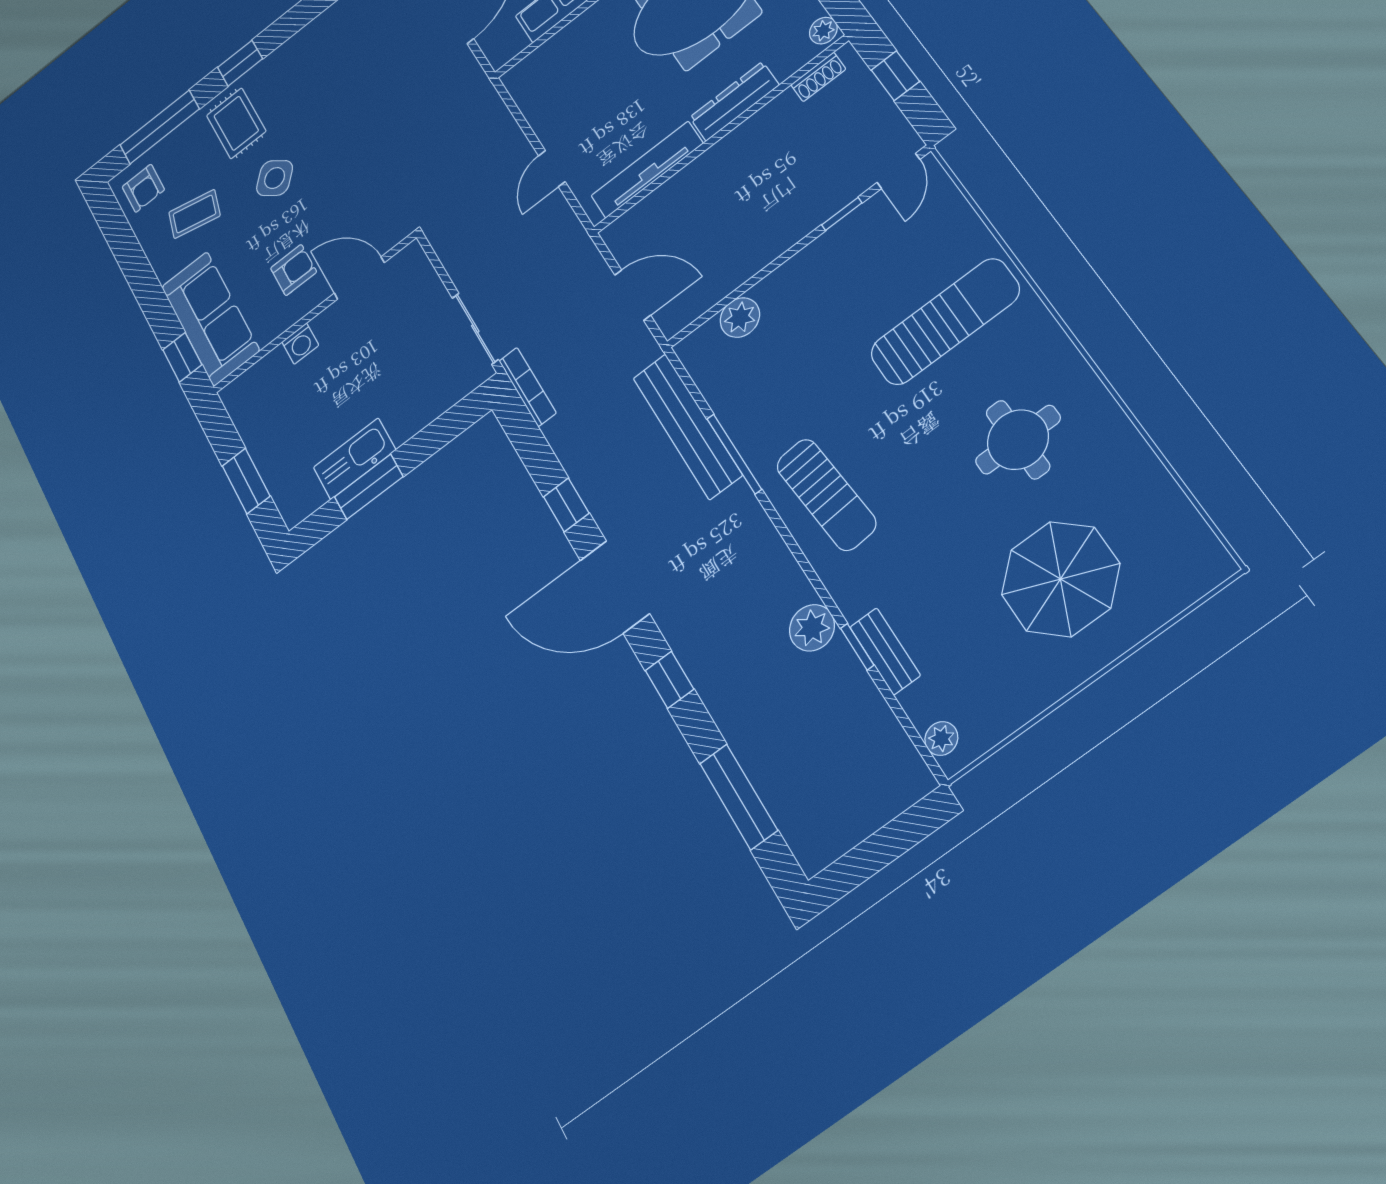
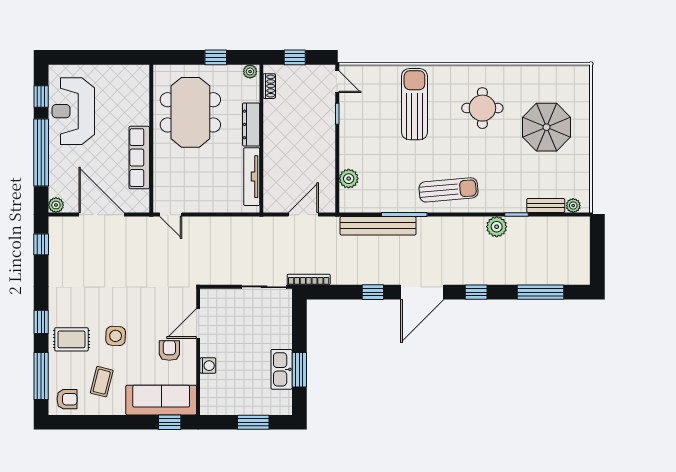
door: (552, 169) -> (171, 215), moved
side table: (275, 178) -> (116, 336), turned -38
bench: (885, 651) -> (546, 206), moved

